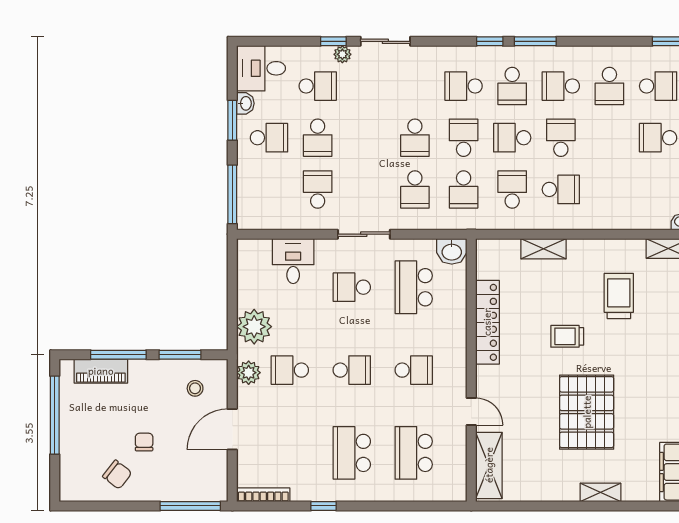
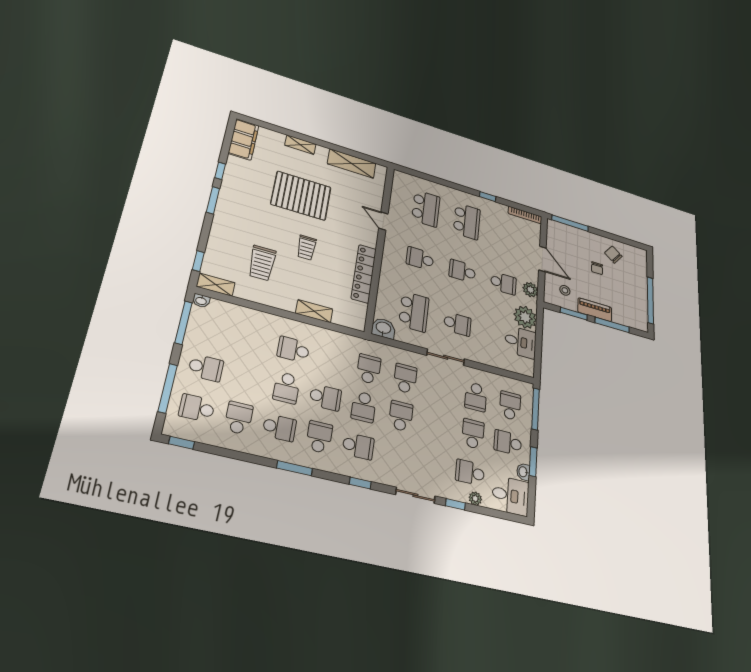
window: (490, 41) -> (360, 483), moved
plant: (342, 54) -> (475, 498), moved
school desk: (512, 189) -> (510, 406), moved, turned 180
desk: (293, 261) -> (521, 342), moved, turned -90
trolley: (567, 336) -> (306, 248), turned 90
piano: (101, 371) -> (595, 310), moved
pallet: (587, 412) -> (301, 196), turned 90
door: (232, 429) -> (542, 259), hinge flipped
shelving: (489, 465) -> (352, 164), moved, turned 90

